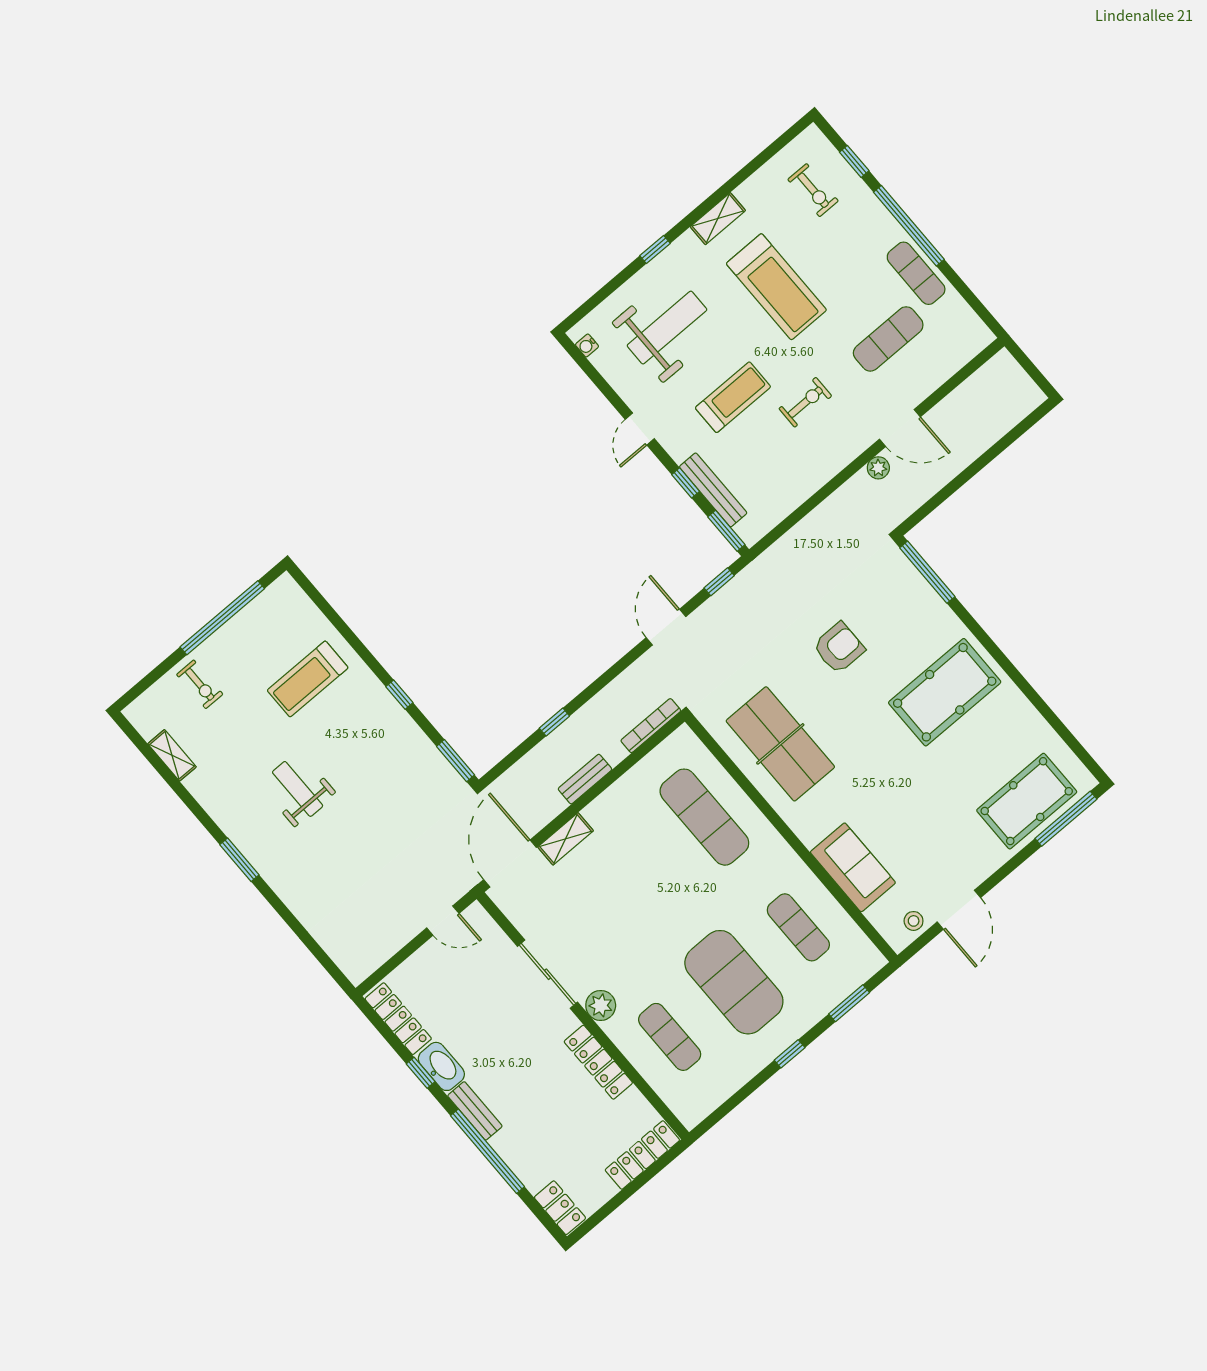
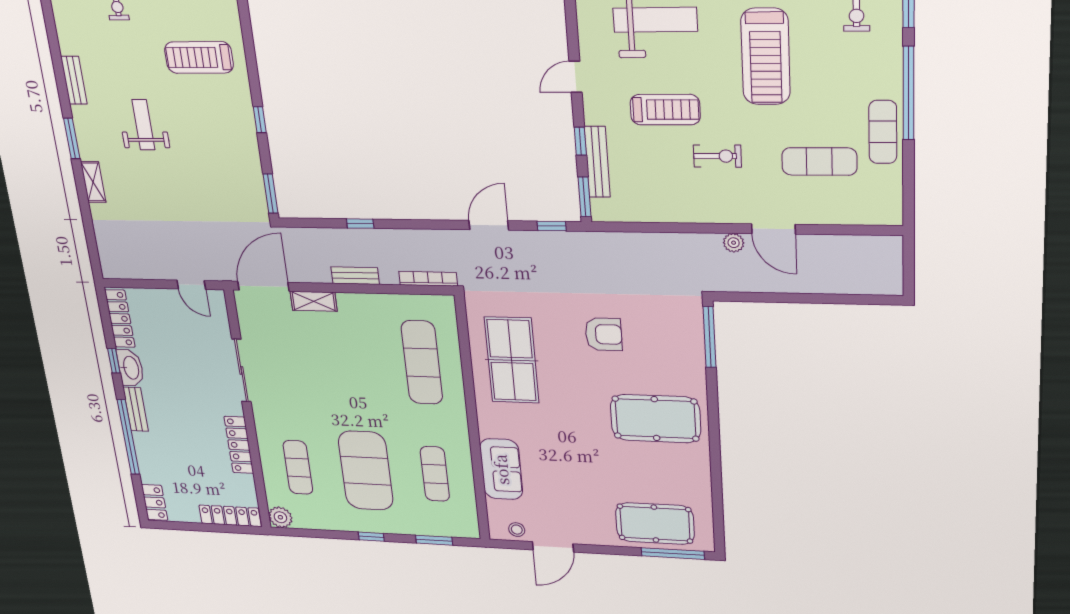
shelving: (172, 755) -> (93, 182), moved
bench: (207, 797) -> (74, 80), added
plant: (601, 1005) -> (280, 517), moved

